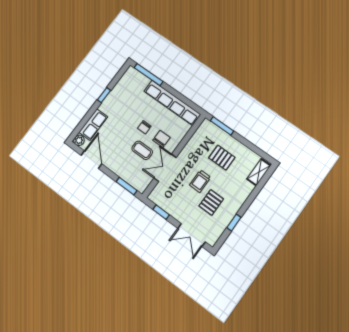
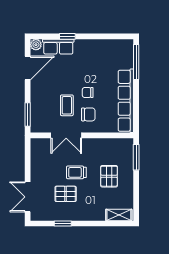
window: (104, 95) -> (67, 36), moved
double door: (165, 168) -> (66, 135), swing flipped
window: (161, 212) -> (28, 159), removed

